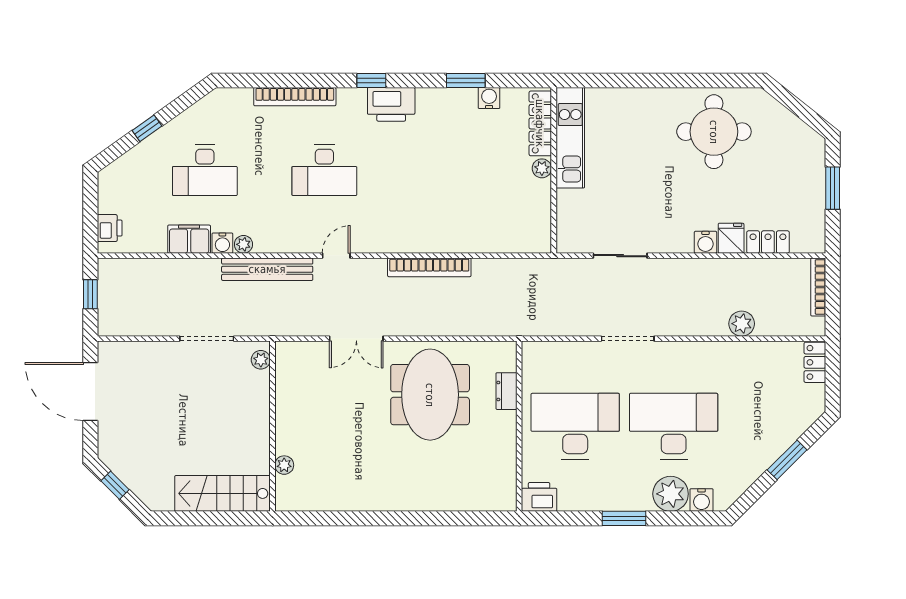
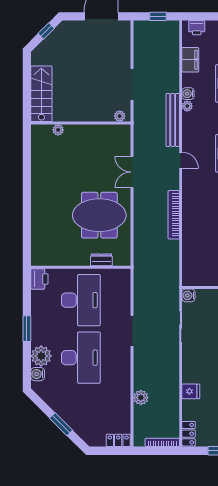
filing cabinet: (189, 239) -> (190, 60), moved
water cooler: (705, 242) -> (188, 295), moved
locker: (768, 242) -> (189, 434), moved

